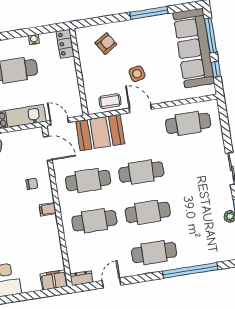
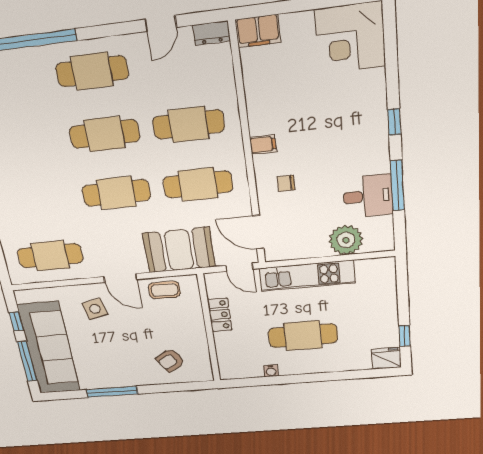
locker: (65, 44) -> (220, 315), moved
side table: (137, 74) -> (95, 309), moved

